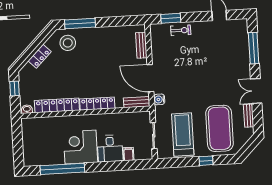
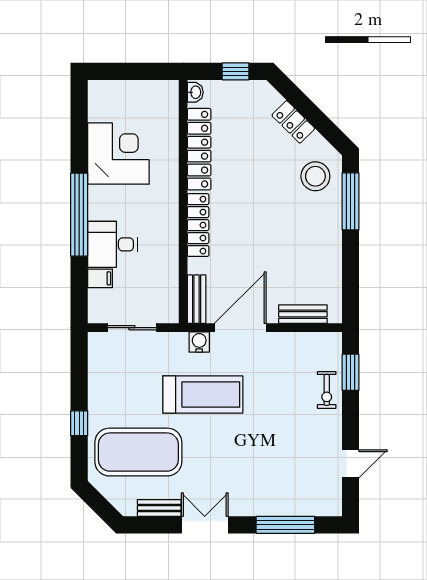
treadmill: (183, 135) -> (203, 394), moved
corner desk: (80, 147) -> (118, 154), moved
window: (62, 169) -> (79, 215), moved

